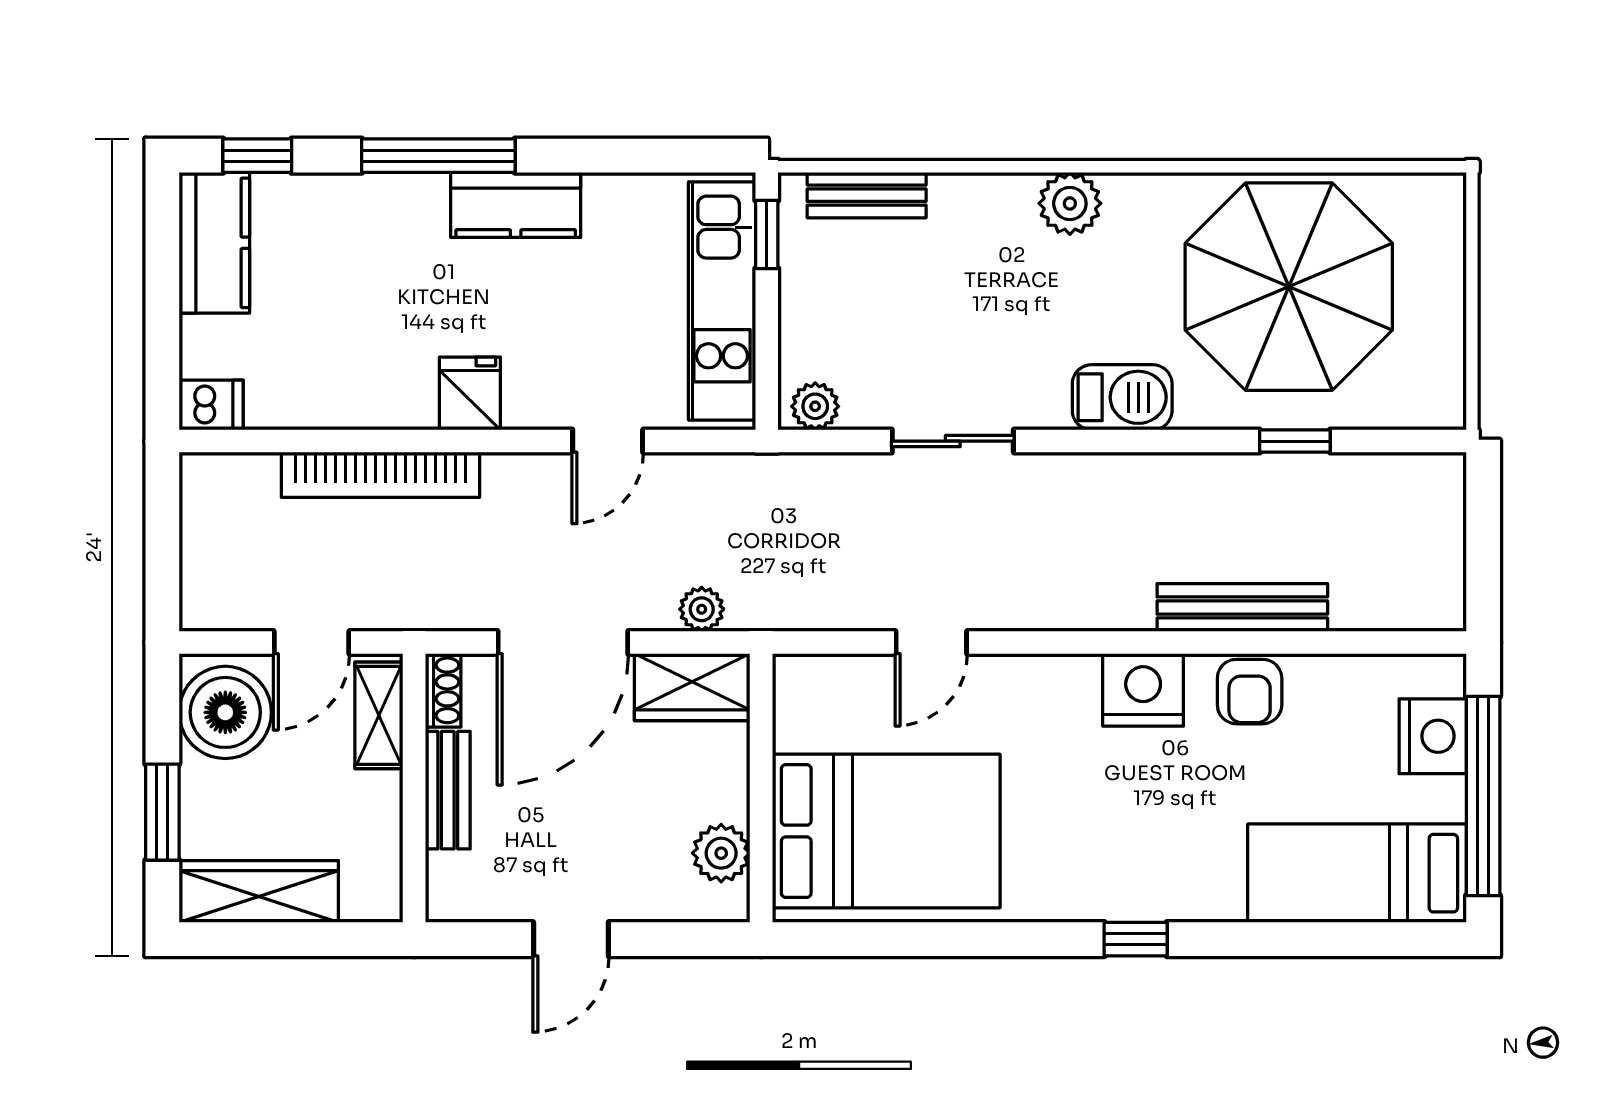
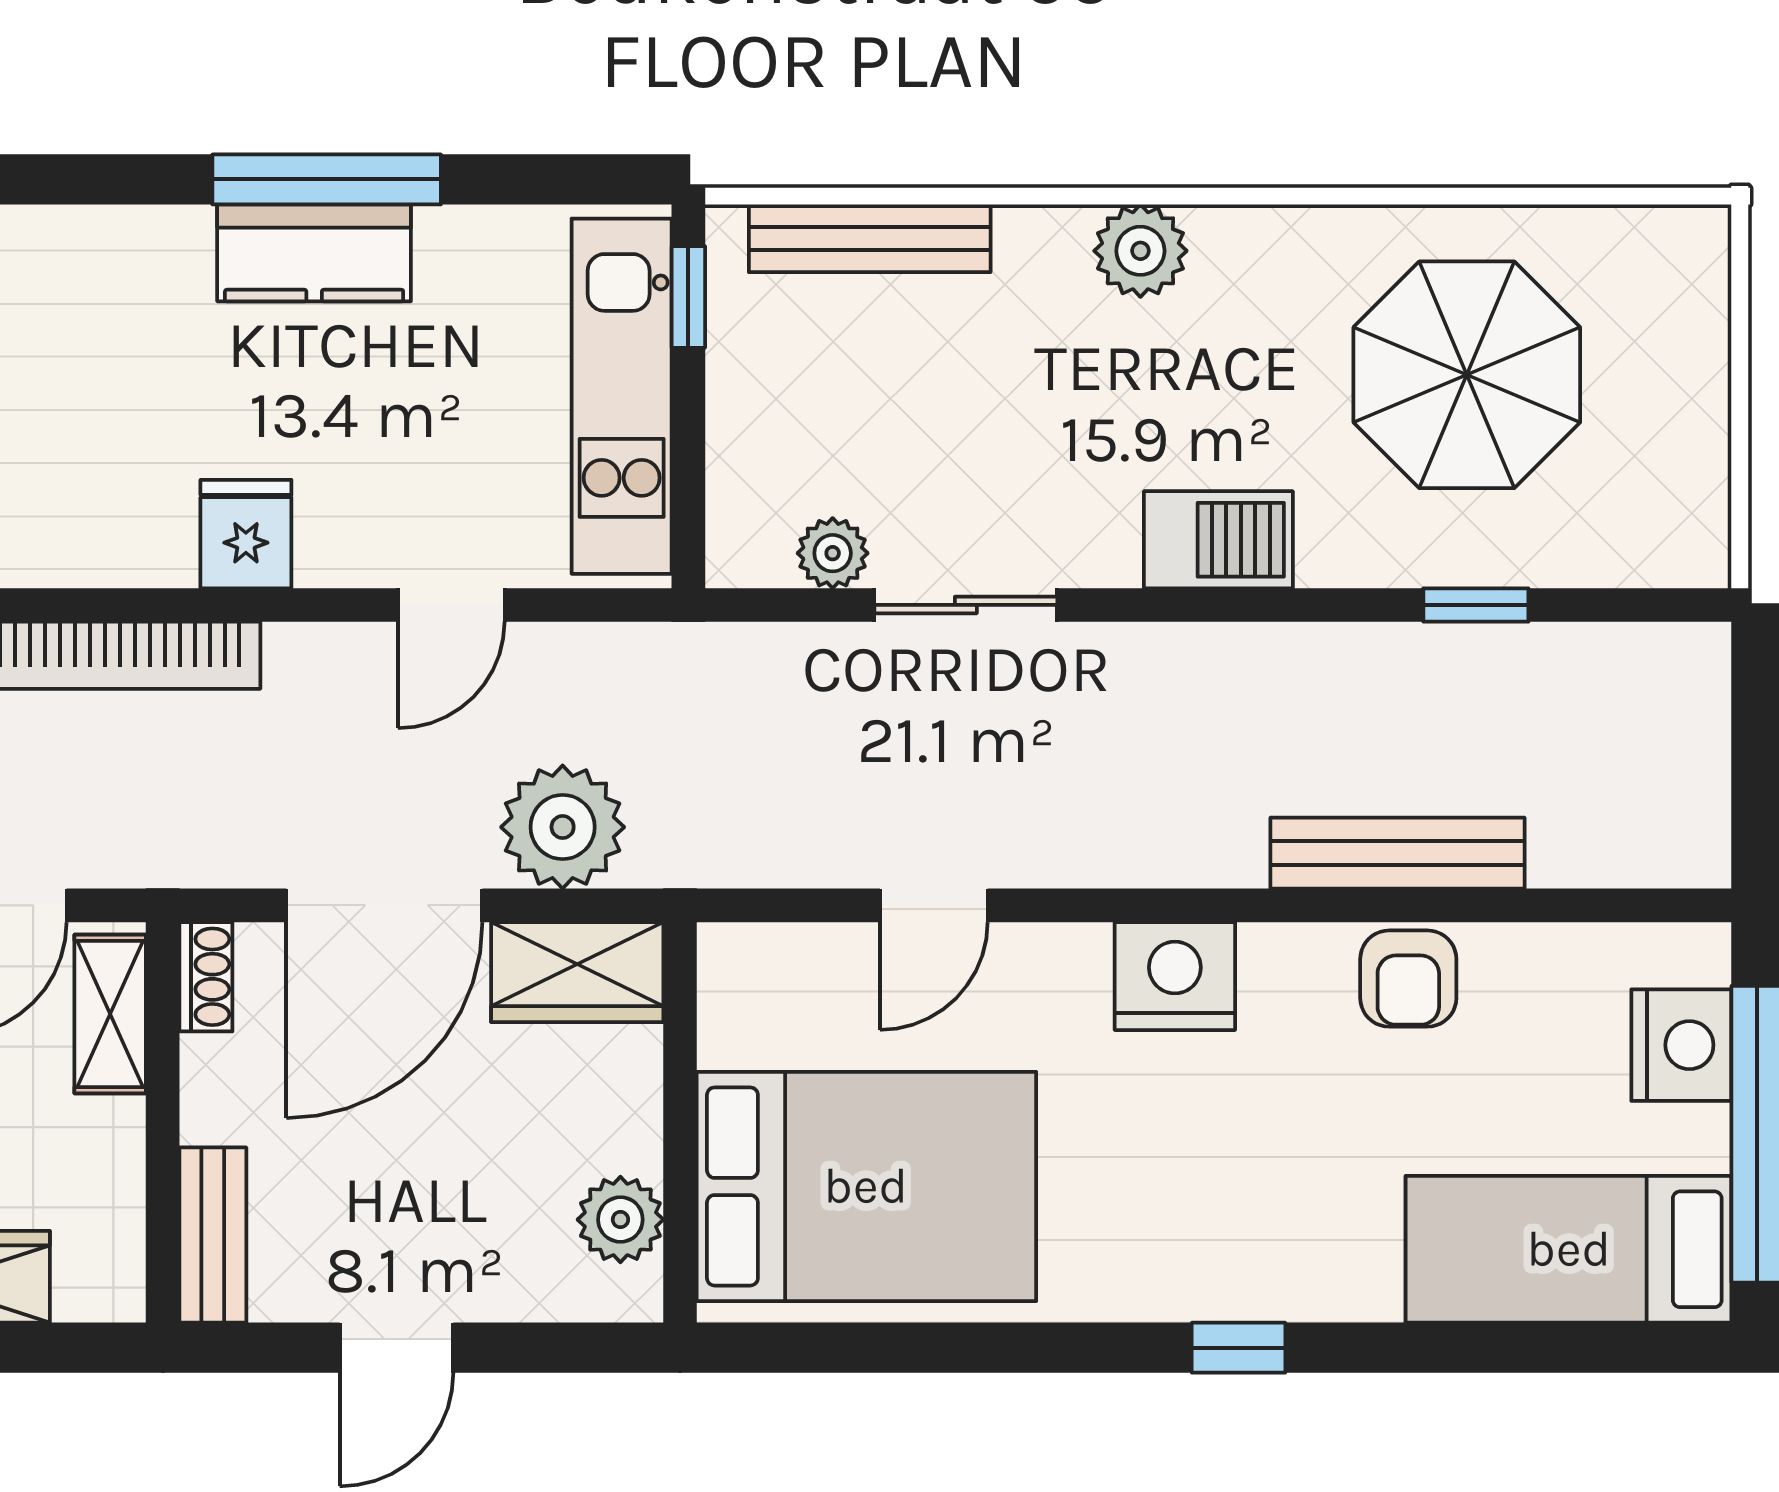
window: (438, 156) -> (327, 179), moved
bench: (867, 195) -> (870, 238), width x1.36
parasol: (1289, 287) -> (1467, 375), width x0.73, depth x0.73
plant: (815, 406) -> (833, 553), moved
plant: (702, 609) -> (563, 827), width x1.88, depth x1.88
nightstand: (1143, 690) -> (1175, 976), moved
bench: (448, 790) -> (213, 1235), moved

